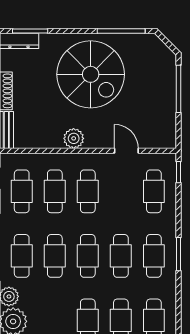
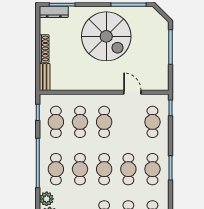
plant: (74, 138) -> (94, 83), removed

